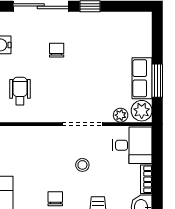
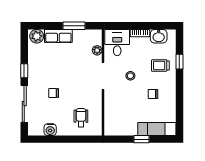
row of seats: (142, 78) -> (58, 36), moved
wheelchair: (20, 91) -> (81, 118), turned 90
plant: (142, 111) -> (37, 36), moved

